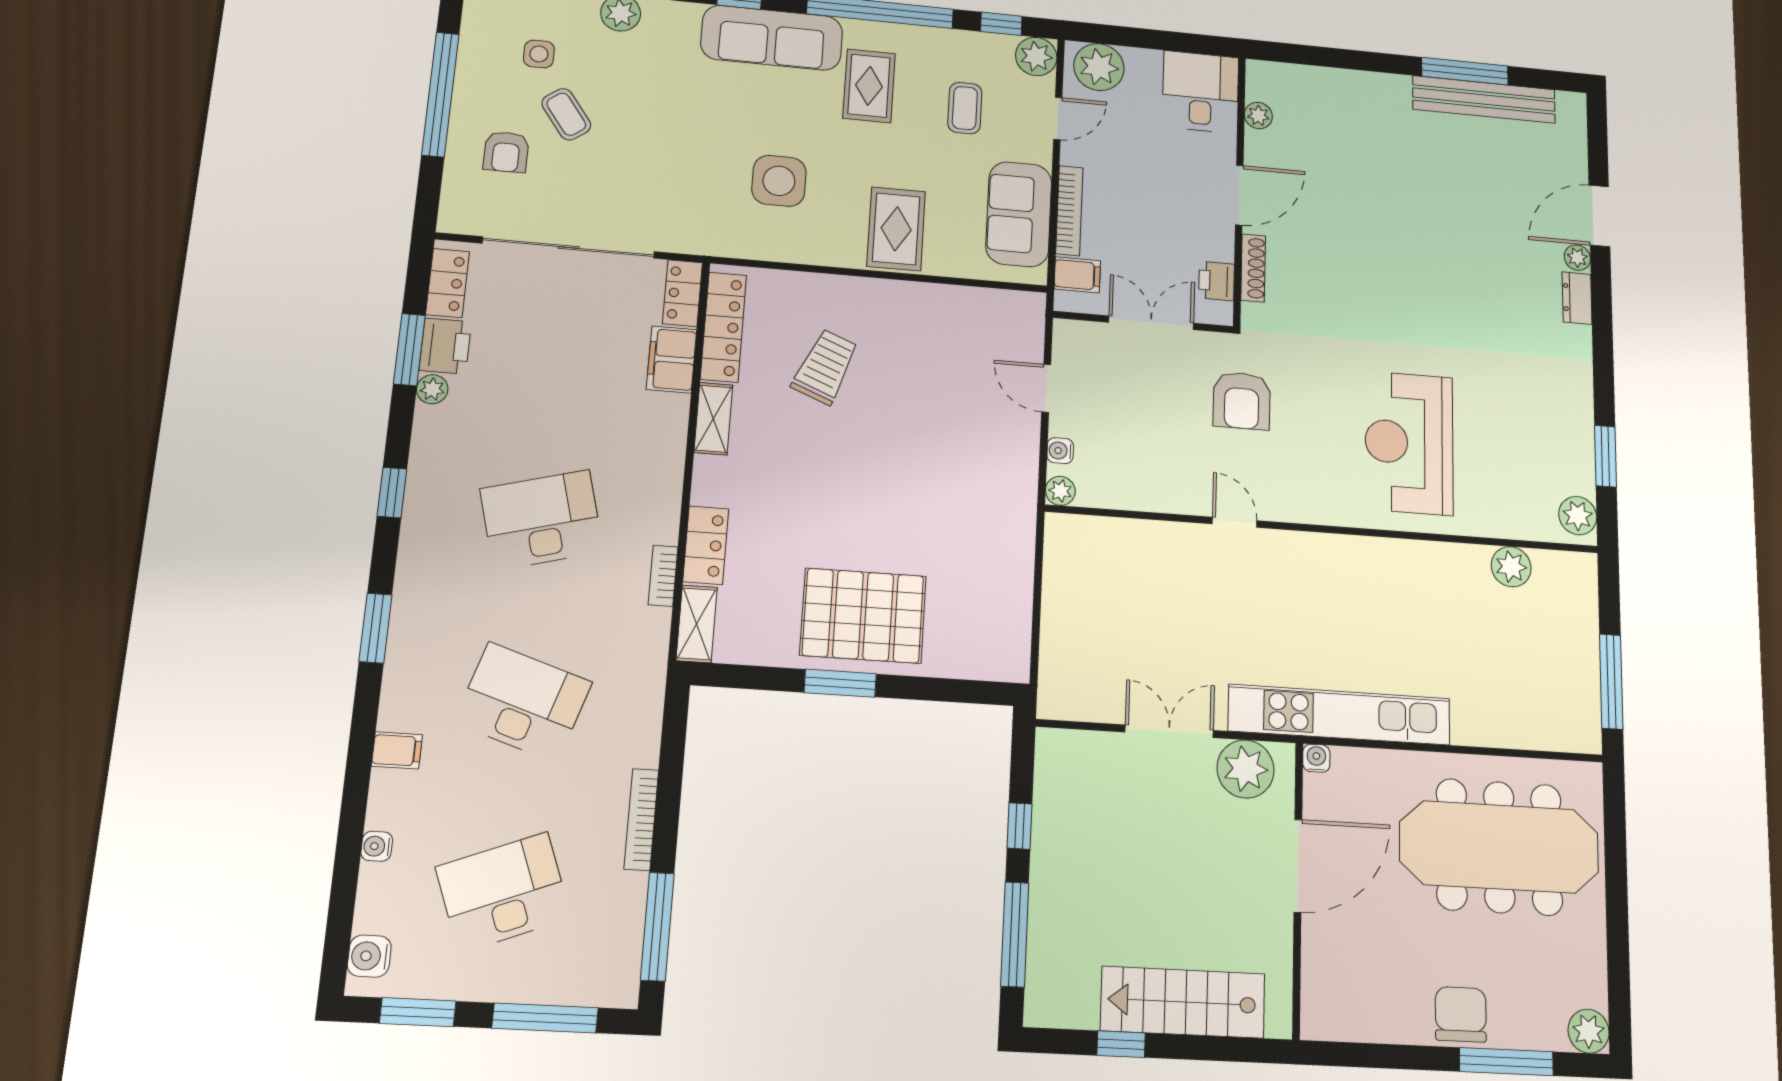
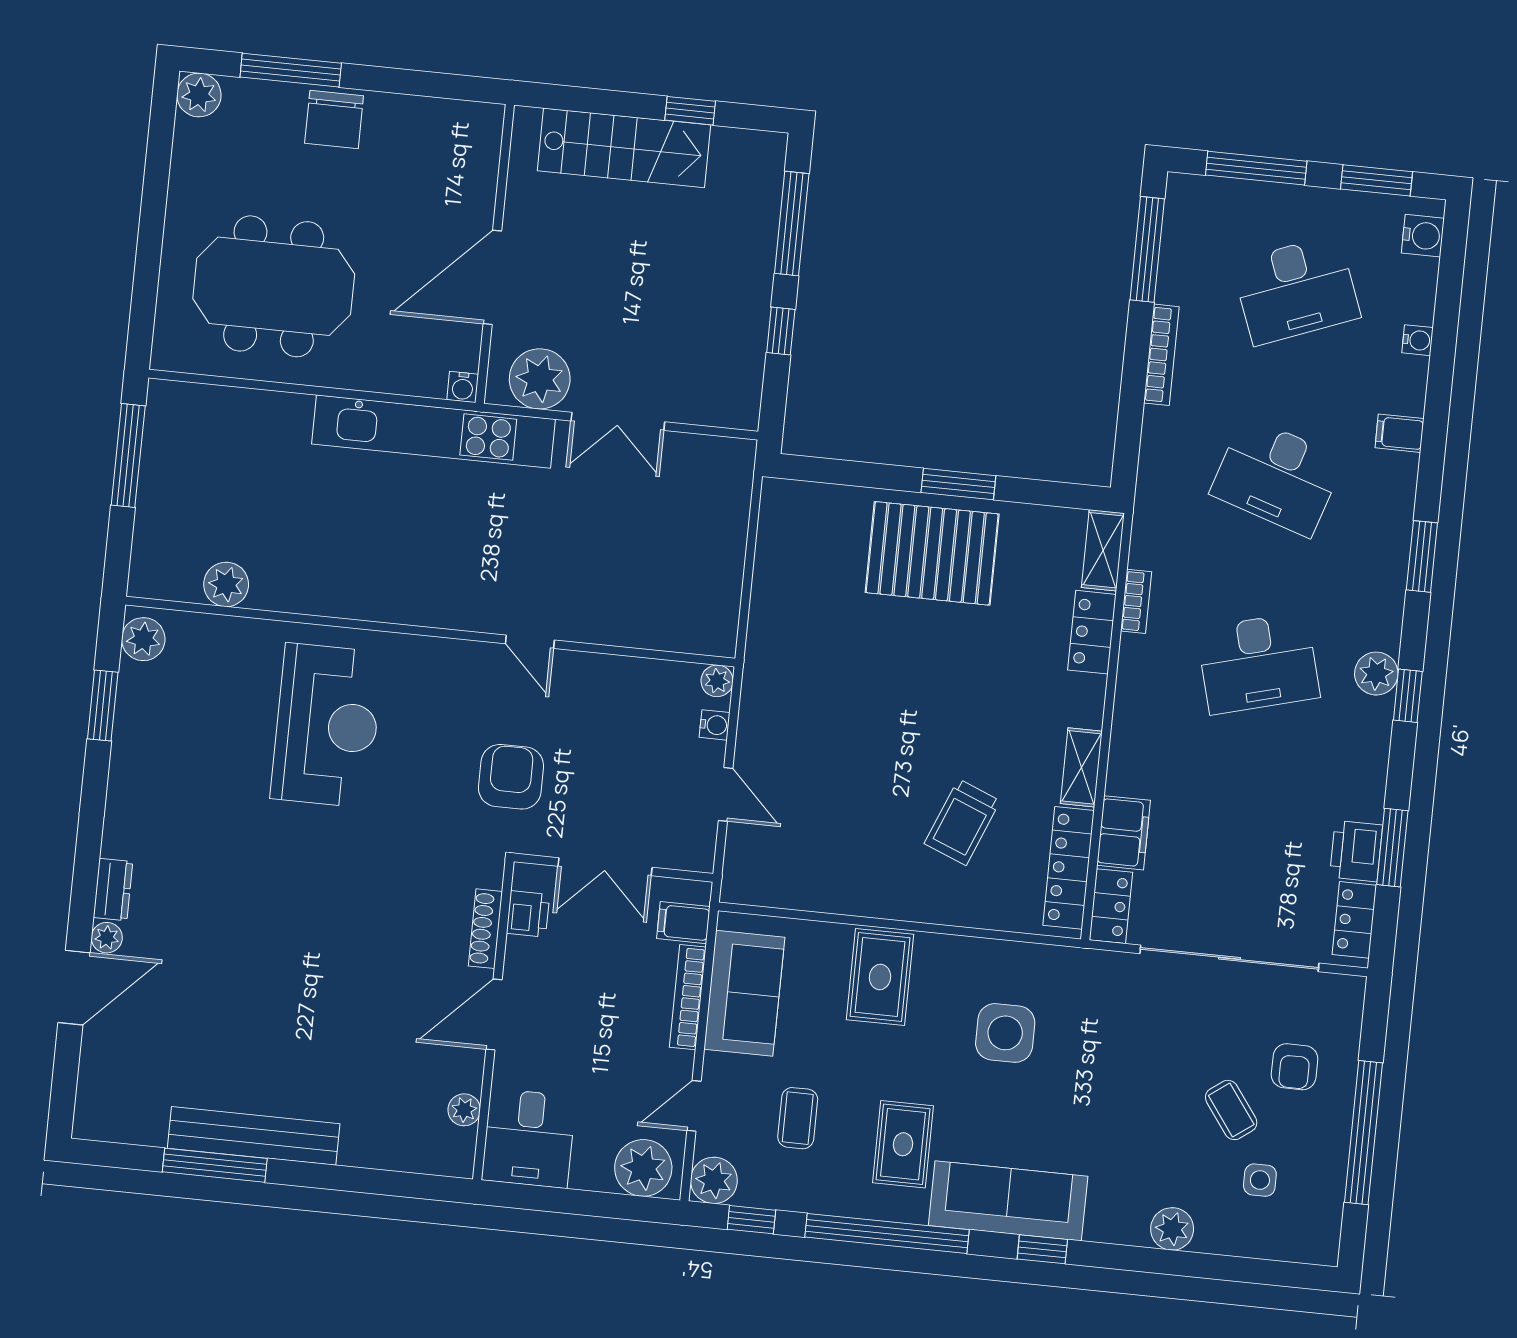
bench: (1484, 99) -> (254, 1136), moved
armchair: (506, 152) -> (1295, 1067), turned 180
plant: (432, 389) -> (1376, 674), moved, width x1.38, depth x1.38
meeting table: (1499, 847) -> (274, 286), width x0.73

